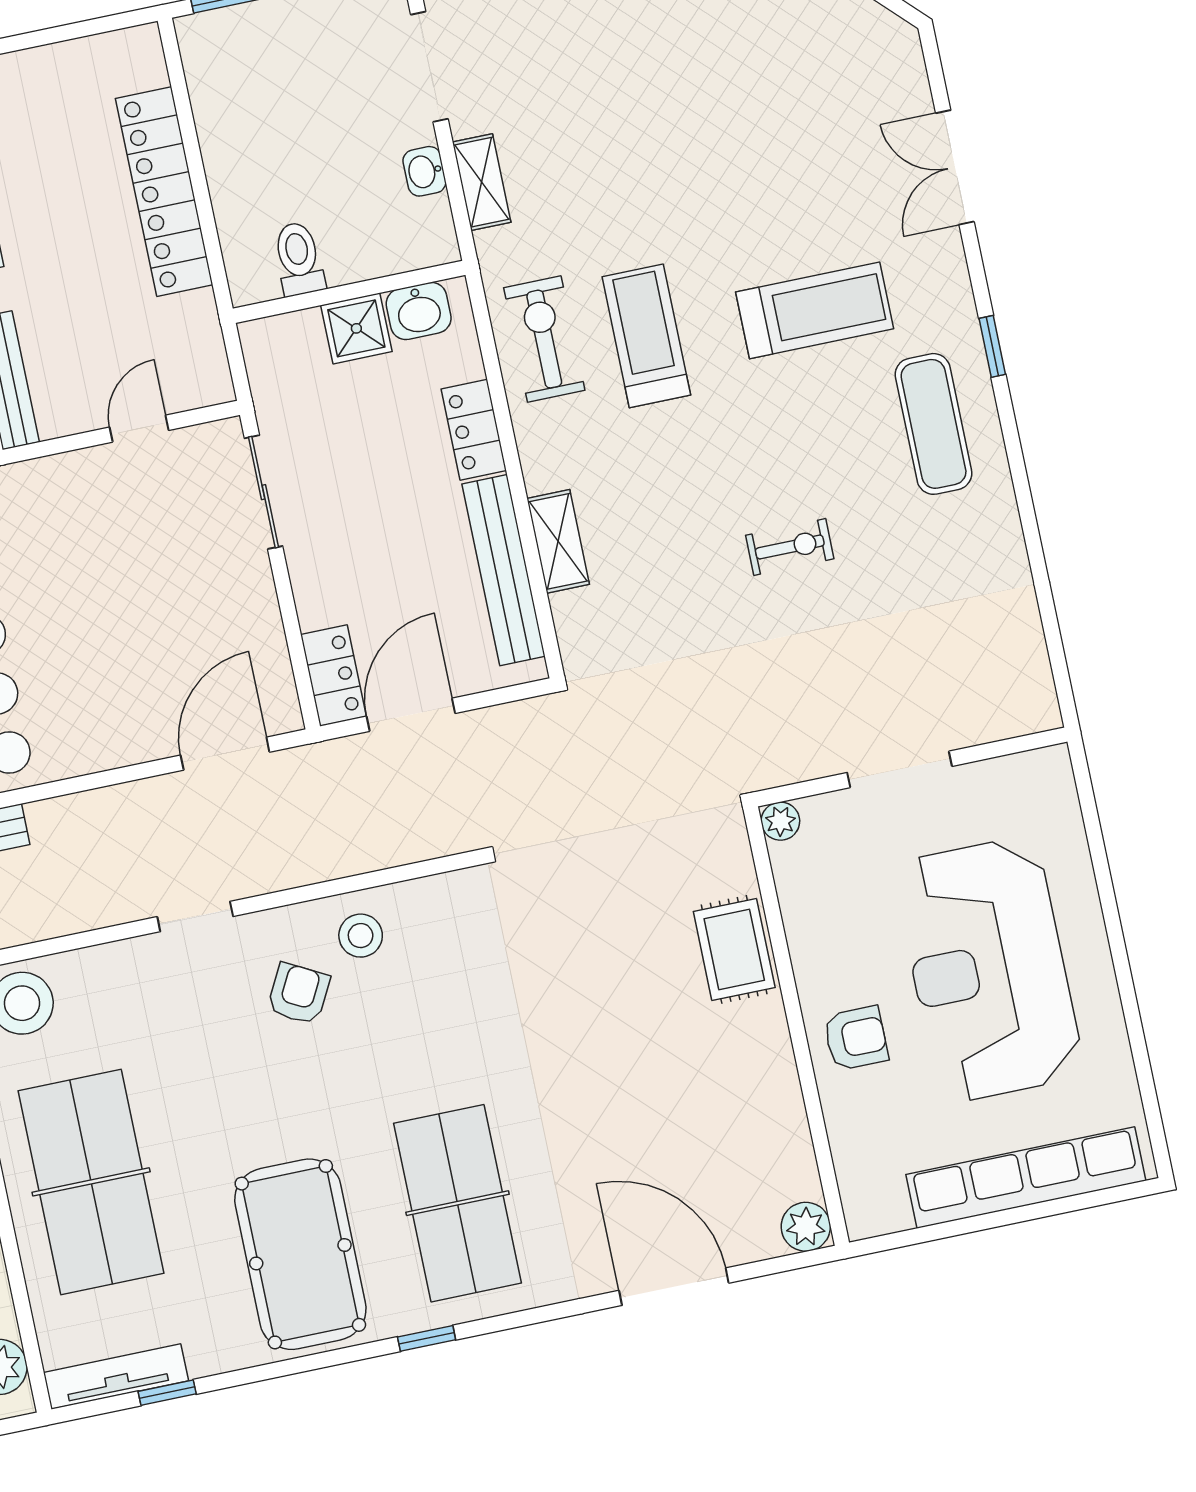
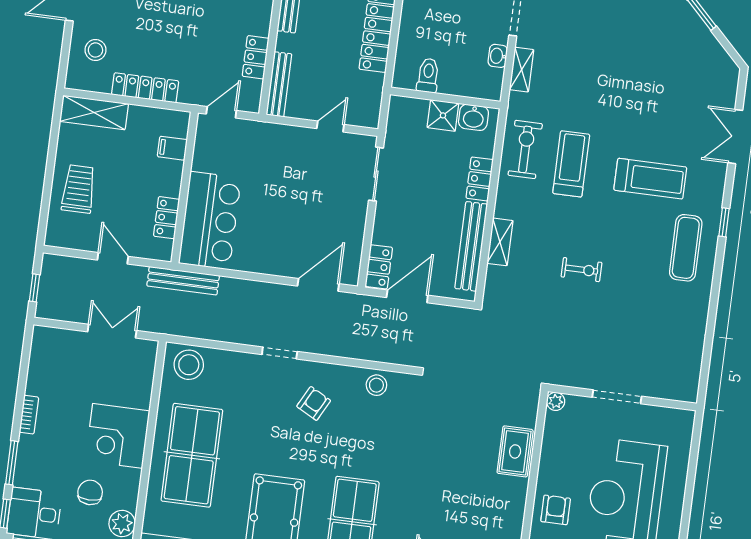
exercise bike: (790, 547) -> (582, 270), moved
stool: (361, 936) -> (376, 385), moved
armchair: (856, 1038) -> (556, 510), turned -90

